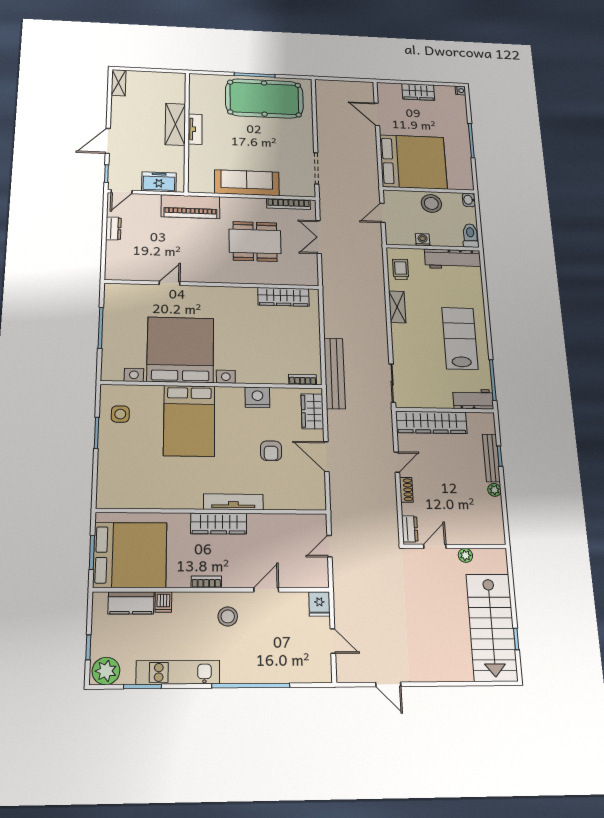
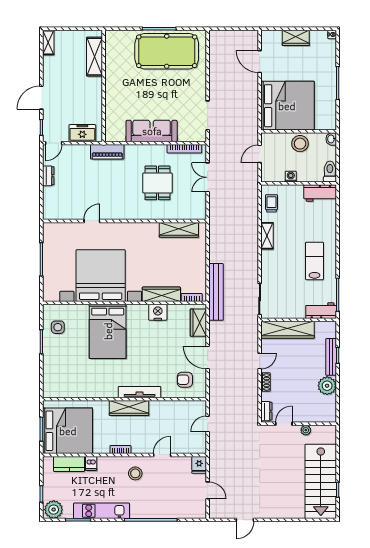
shelving: (175, 124) -> (95, 57), moved
tv unit: (195, 129) -> (110, 83), removed
piano: (190, 207) -> (107, 152), width x0.73, depth x0.75
dining table: (255, 241) -> (157, 183), width x0.73
workbench: (453, 259) -> (320, 193), width x0.73
lab bench: (460, 338) -> (314, 261), width x0.73, depth x0.72
wardrobe: (262, 375) -> (161, 294), added
armchair: (271, 451) -> (185, 380), moved, turned 90
plant: (494, 490) -> (327, 386), width x1.87, depth x1.87
door: (388, 684) -> (245, 520), hinge flipped

